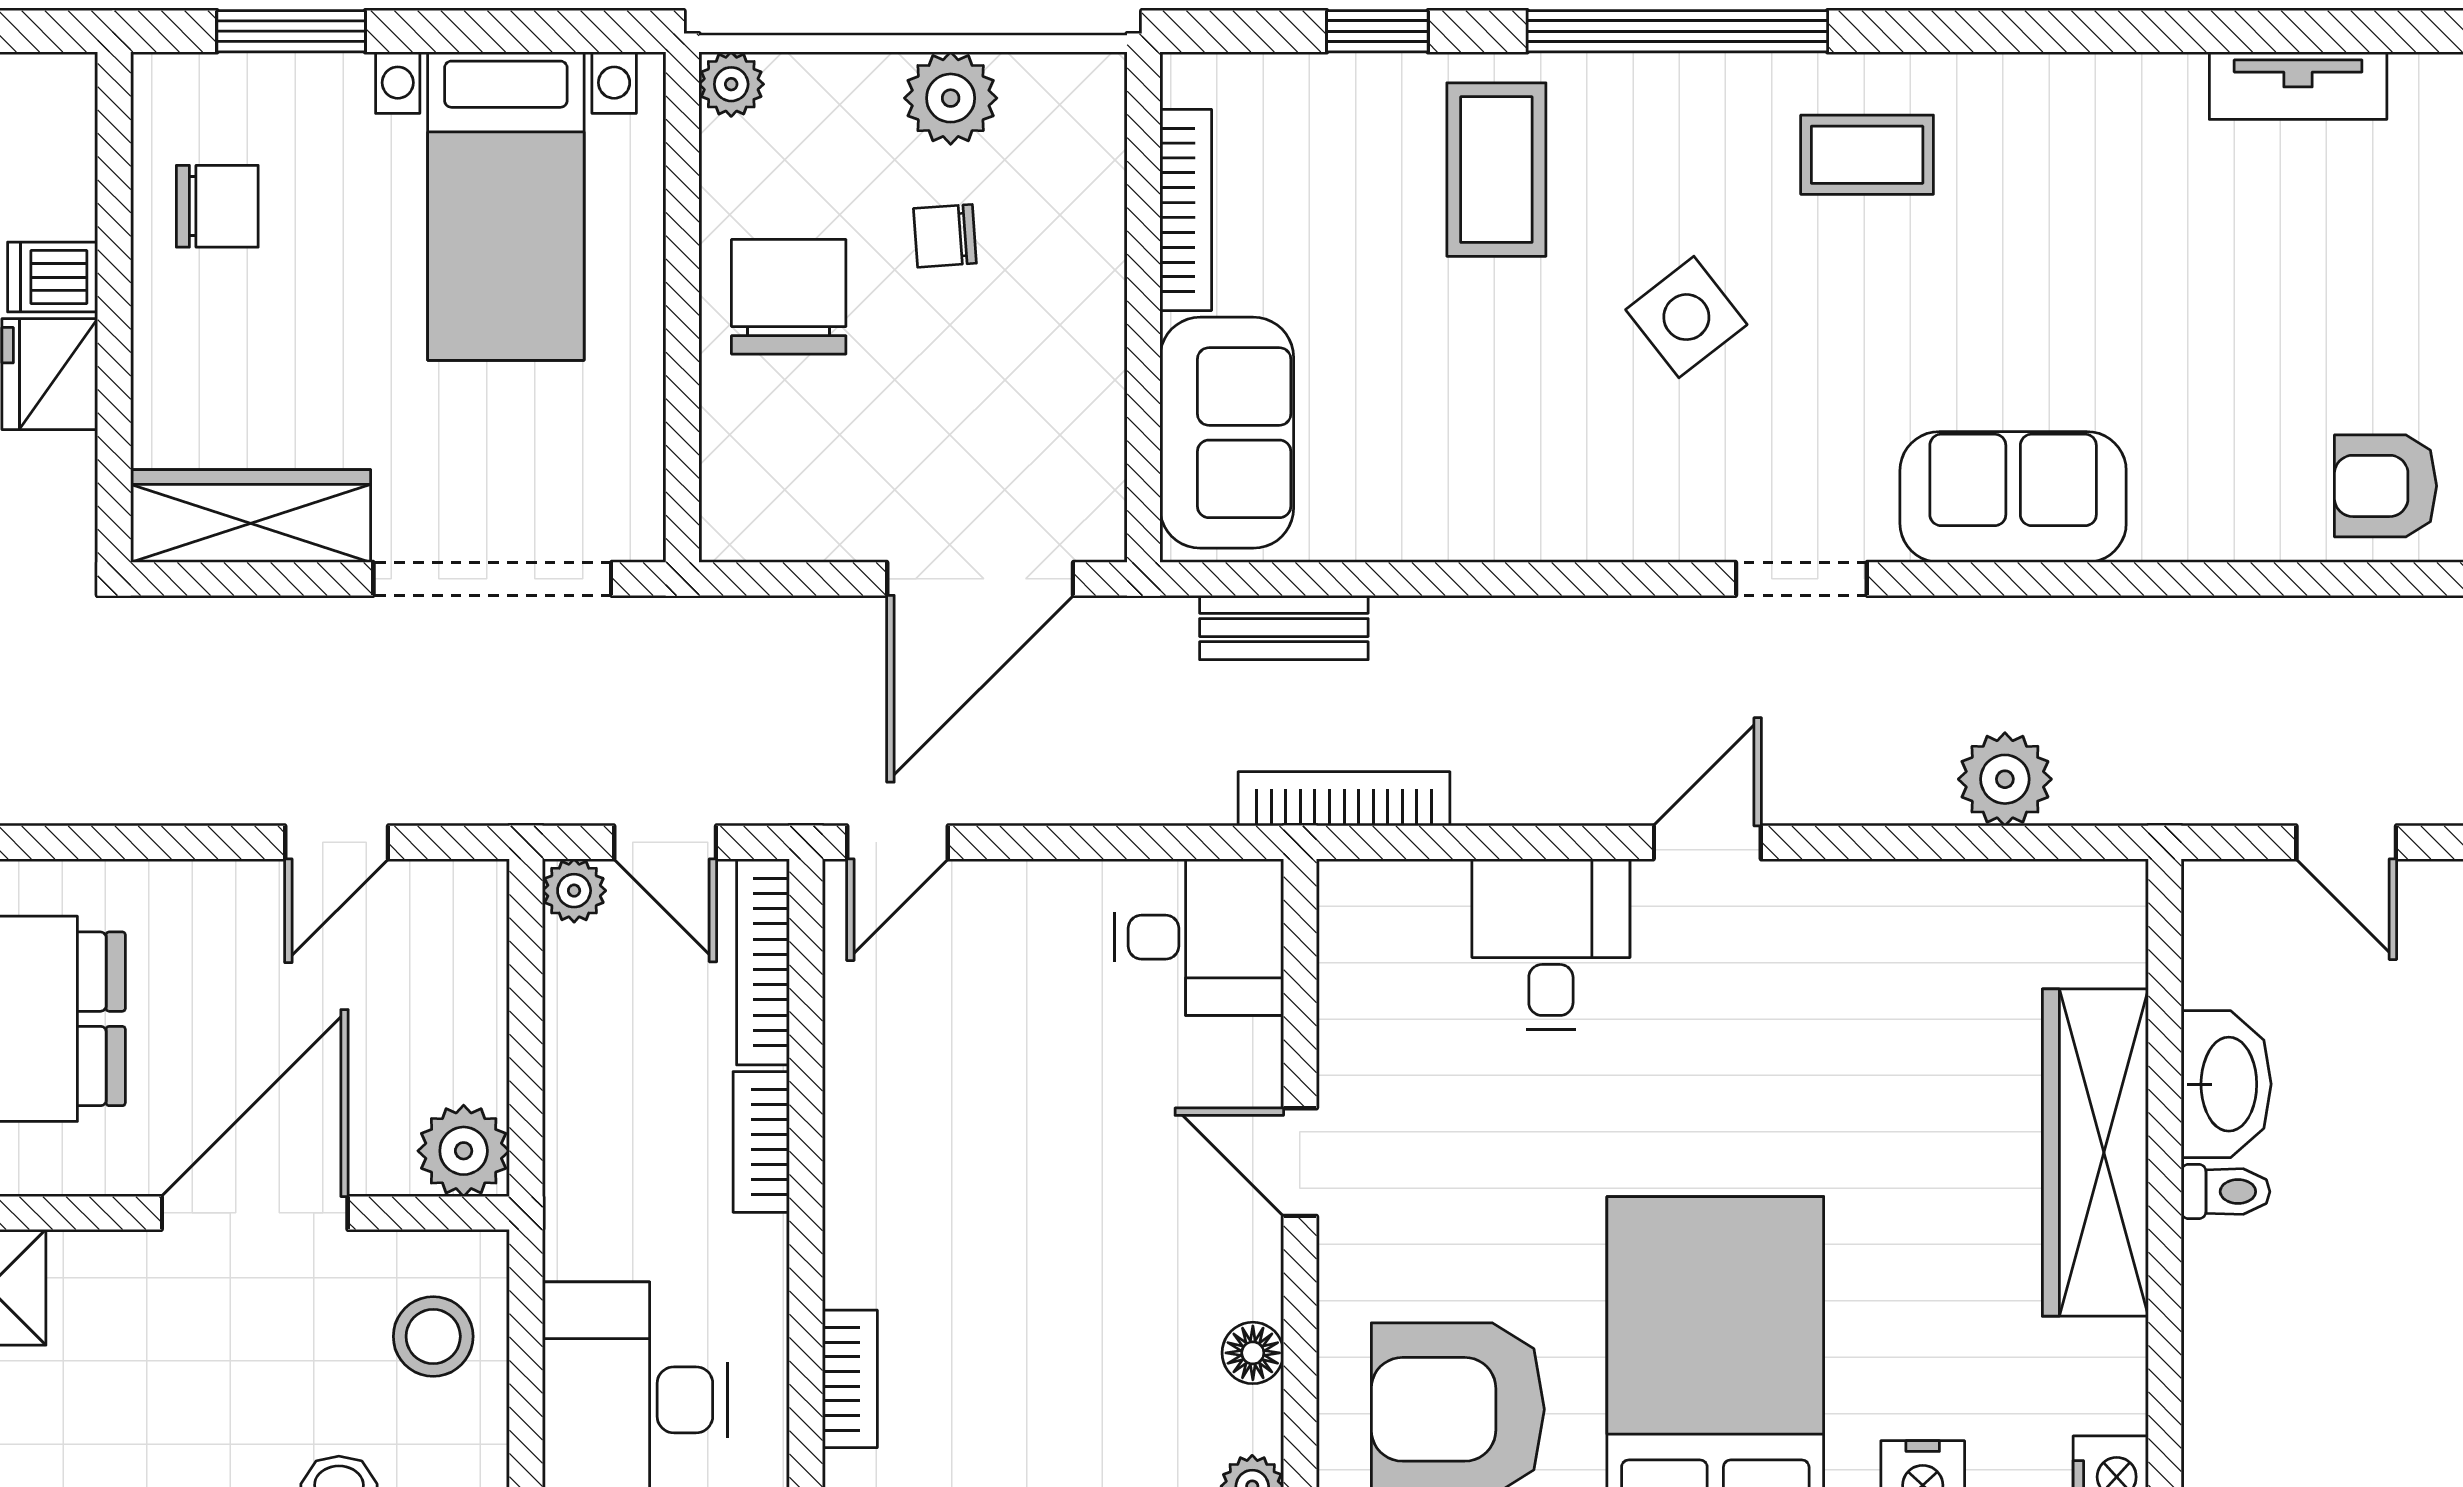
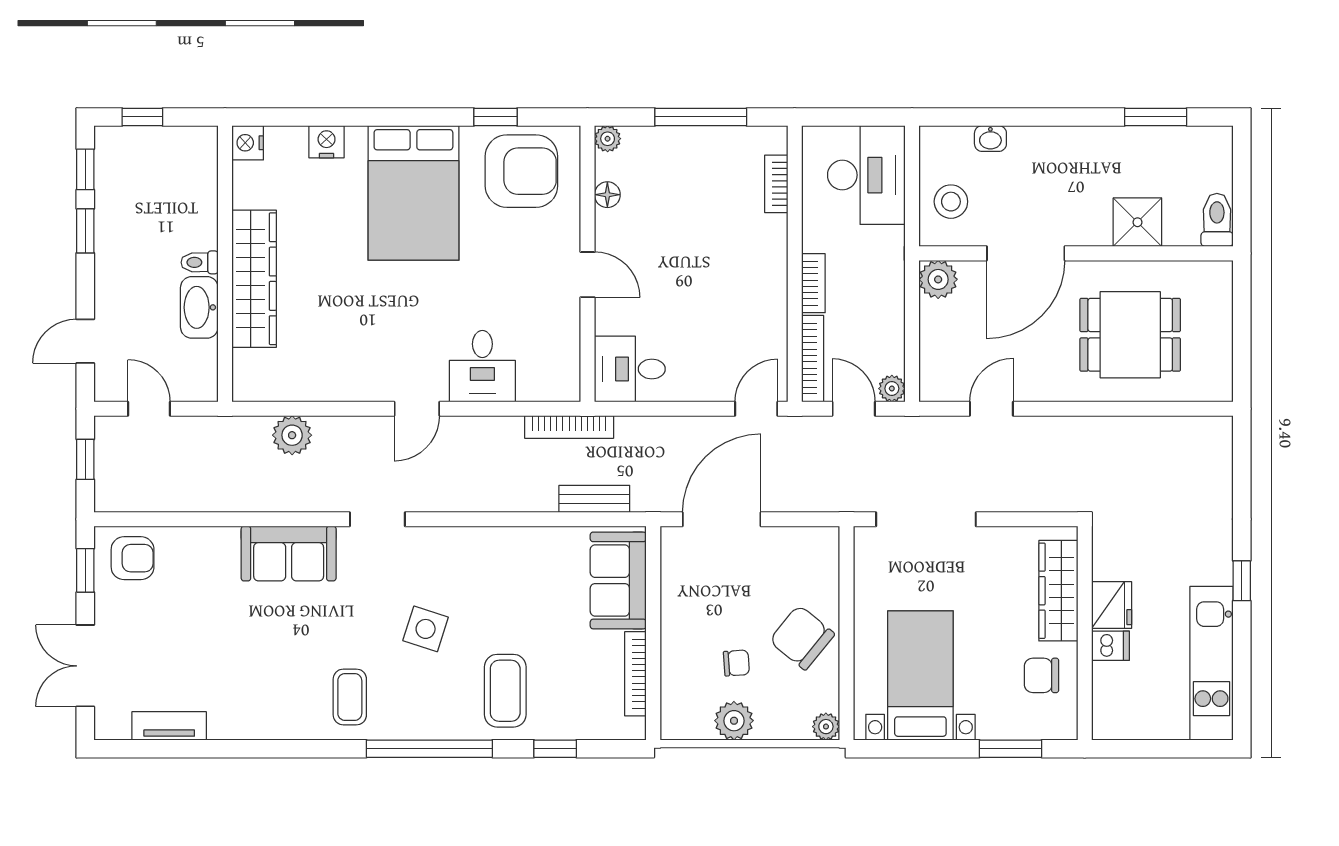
coffee table: (1867, 155) -> (350, 697), turned 90
chair: (789, 297) -> (802, 637), turned 129
side table: (1686, 317) -> (426, 629), turned -34
wardrobe: (251, 516) -> (1058, 591), moved, turned 90

